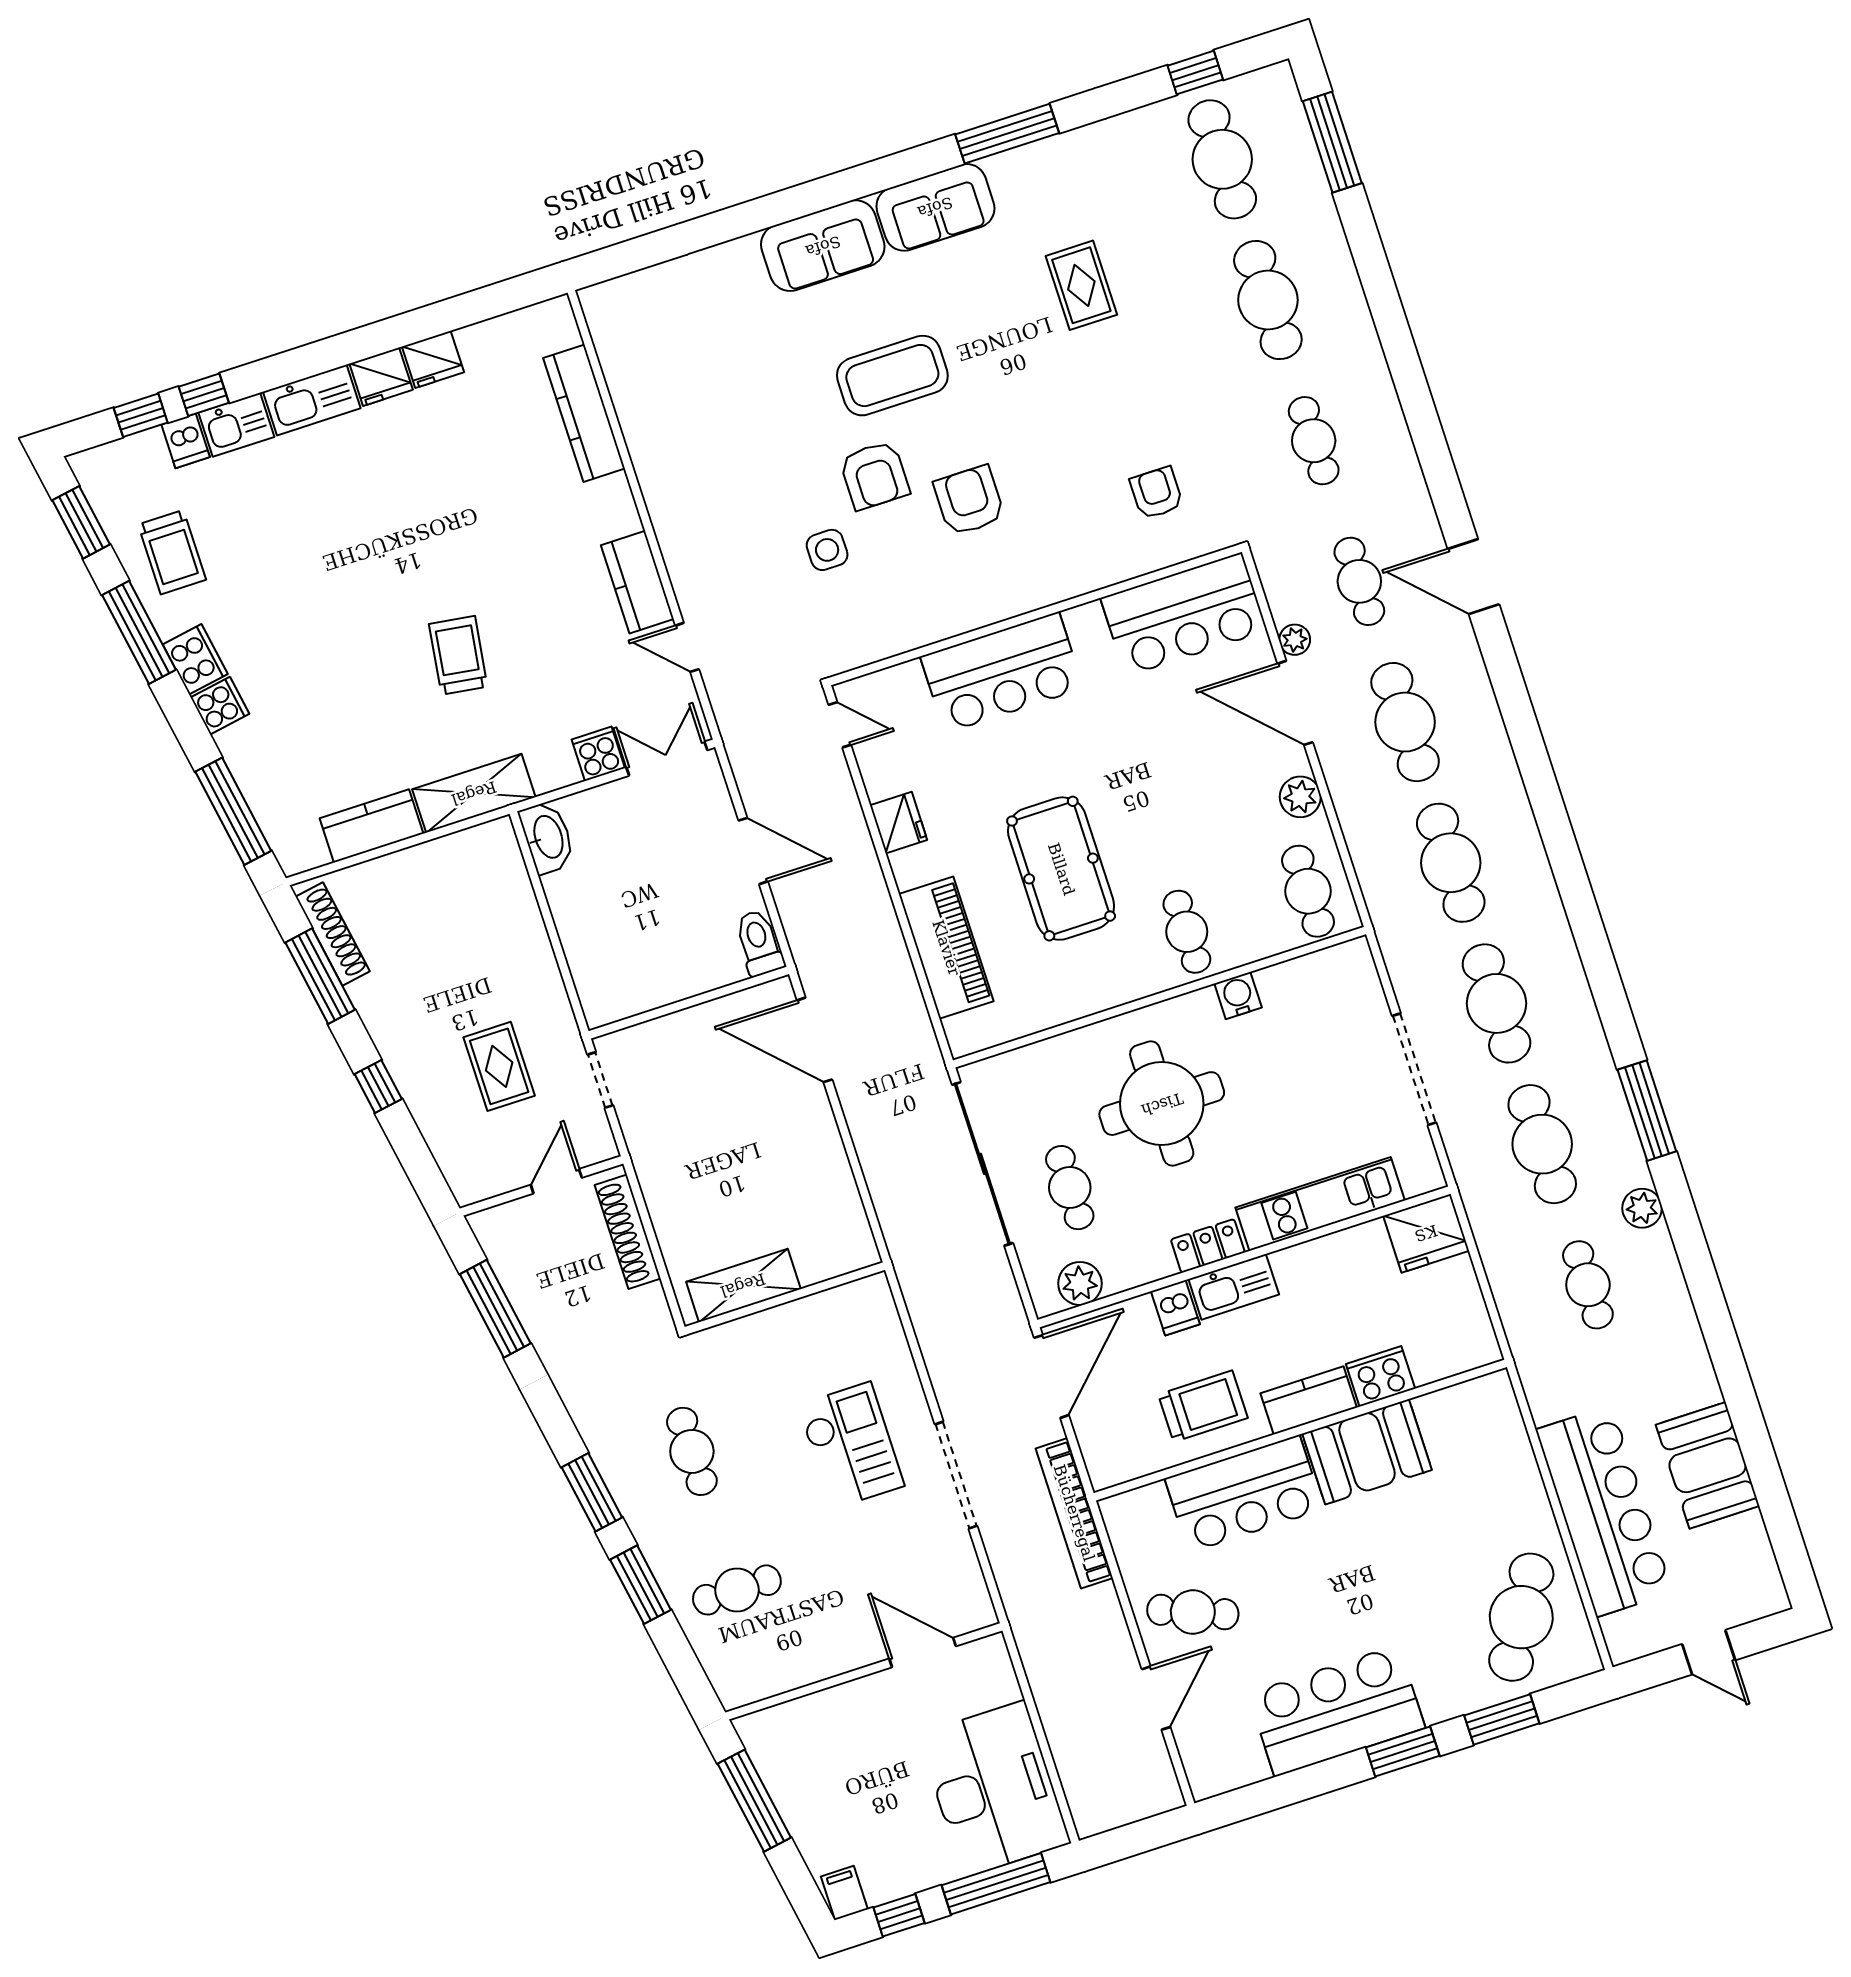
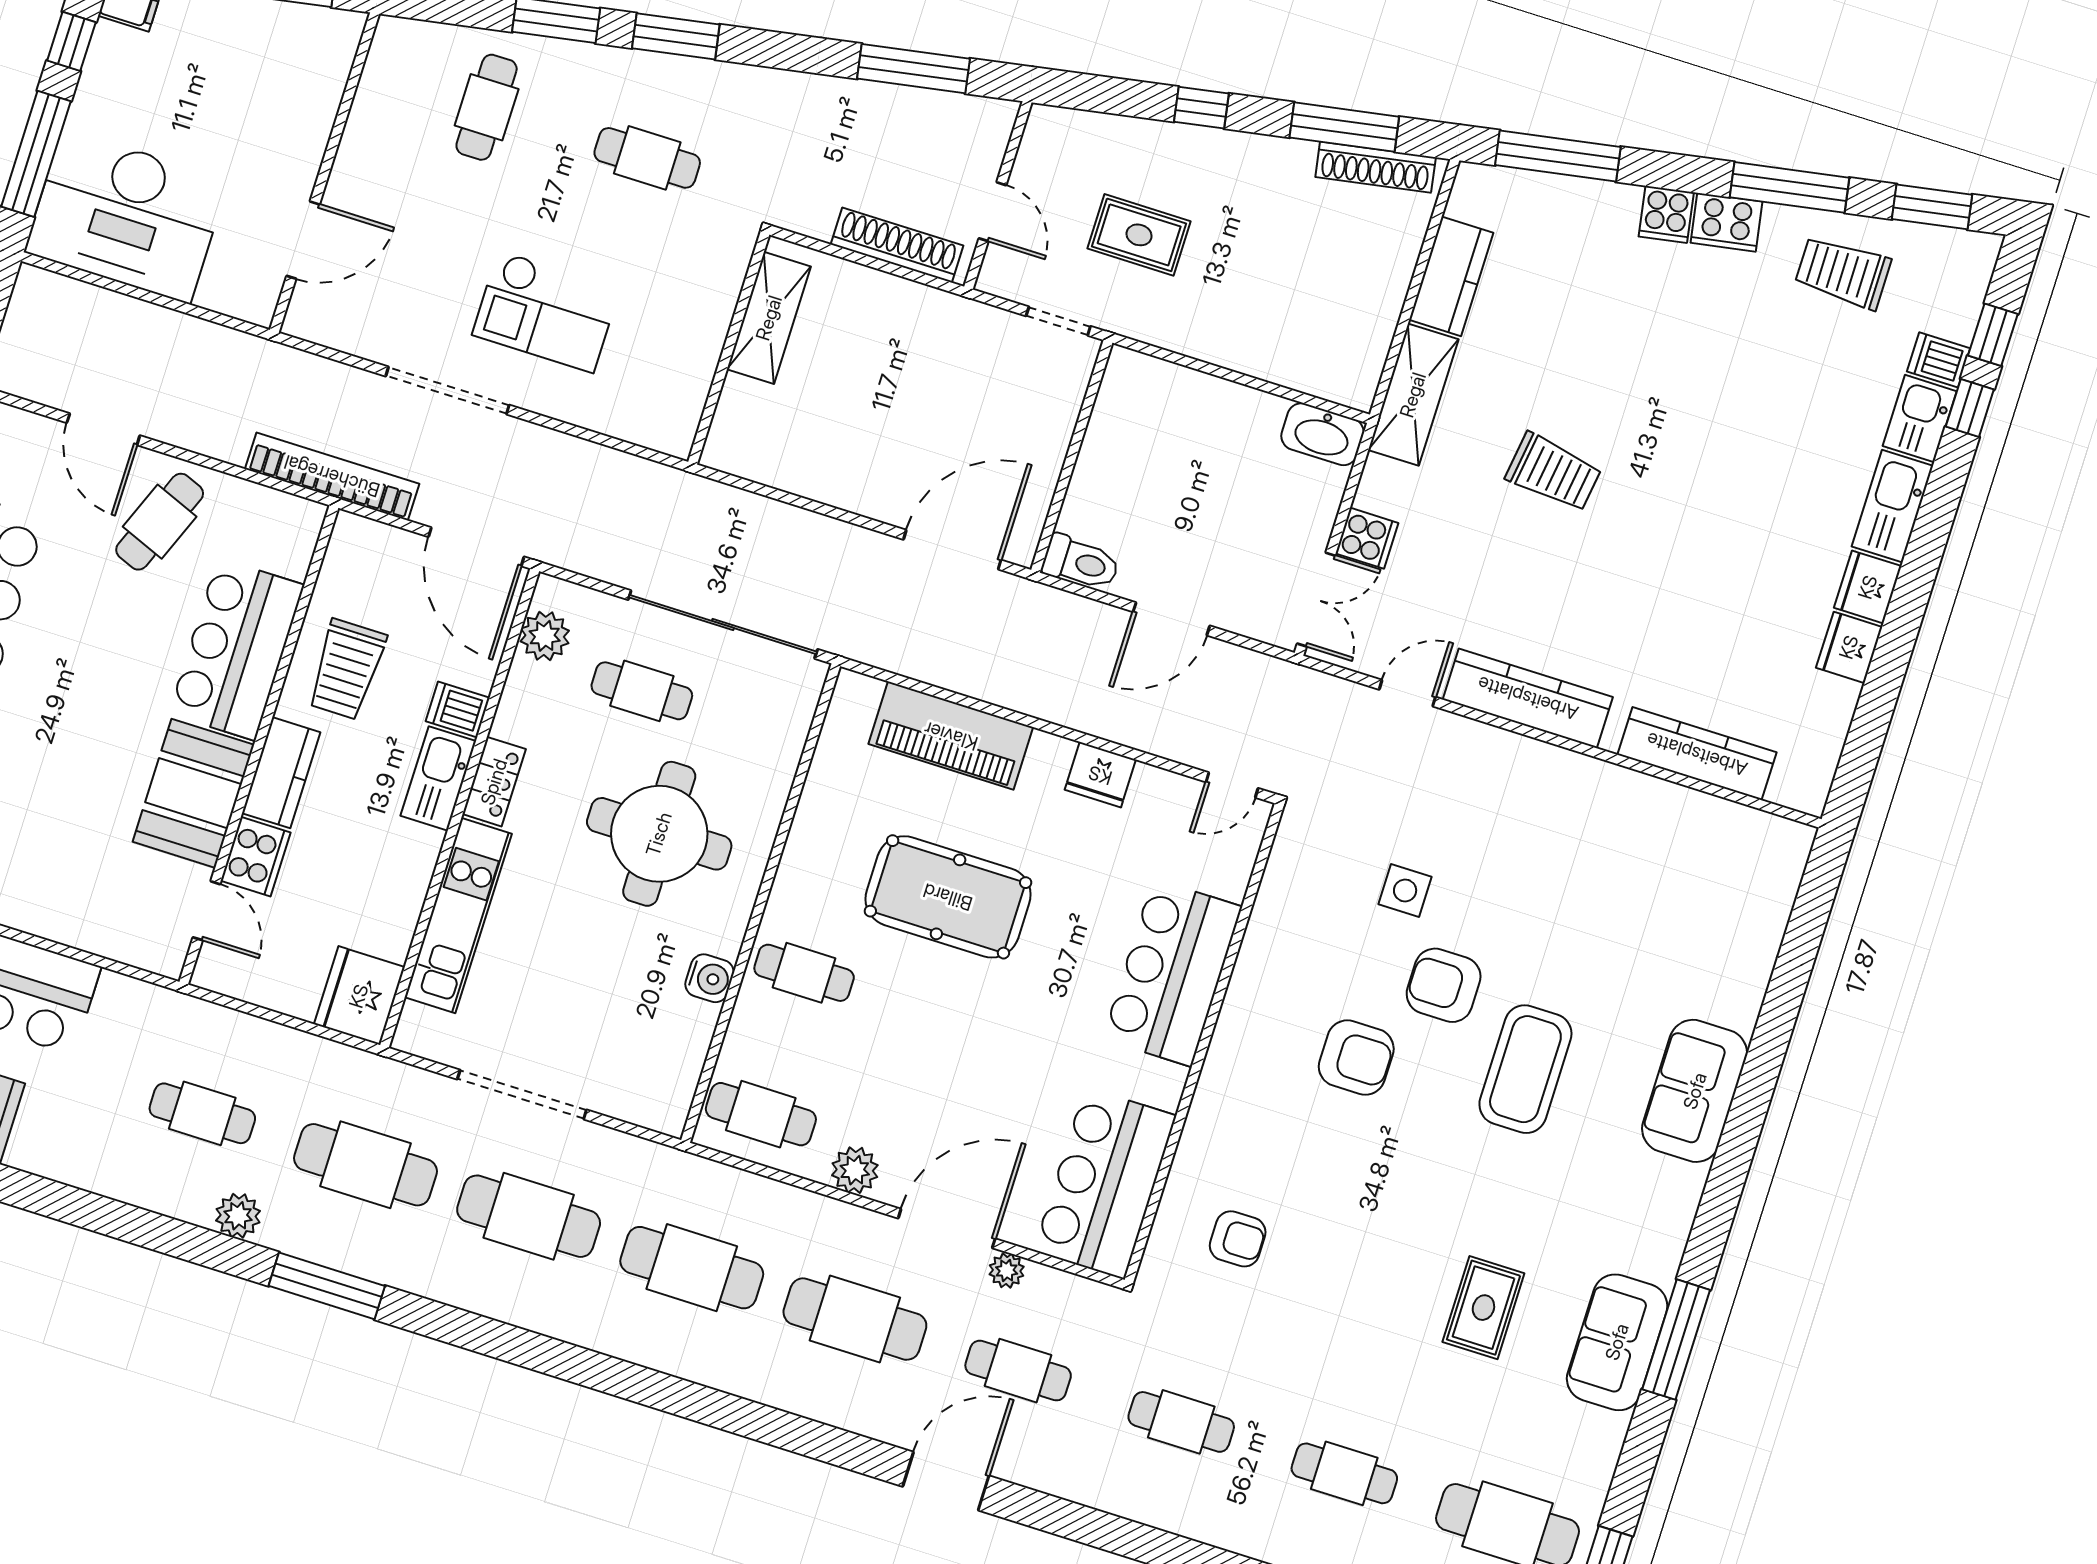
sofa: (935, 207) -> (1617, 1342), moved
rug: (1081, 285) -> (1483, 1308), turned 90
cafe table: (1268, 300) -> (1344, 1473), width x0.73, depth x0.74
kitchen counter: (637, 582) -> (1528, 698), width x1.50
door: (1443, 1384) -> (207, 911), added

